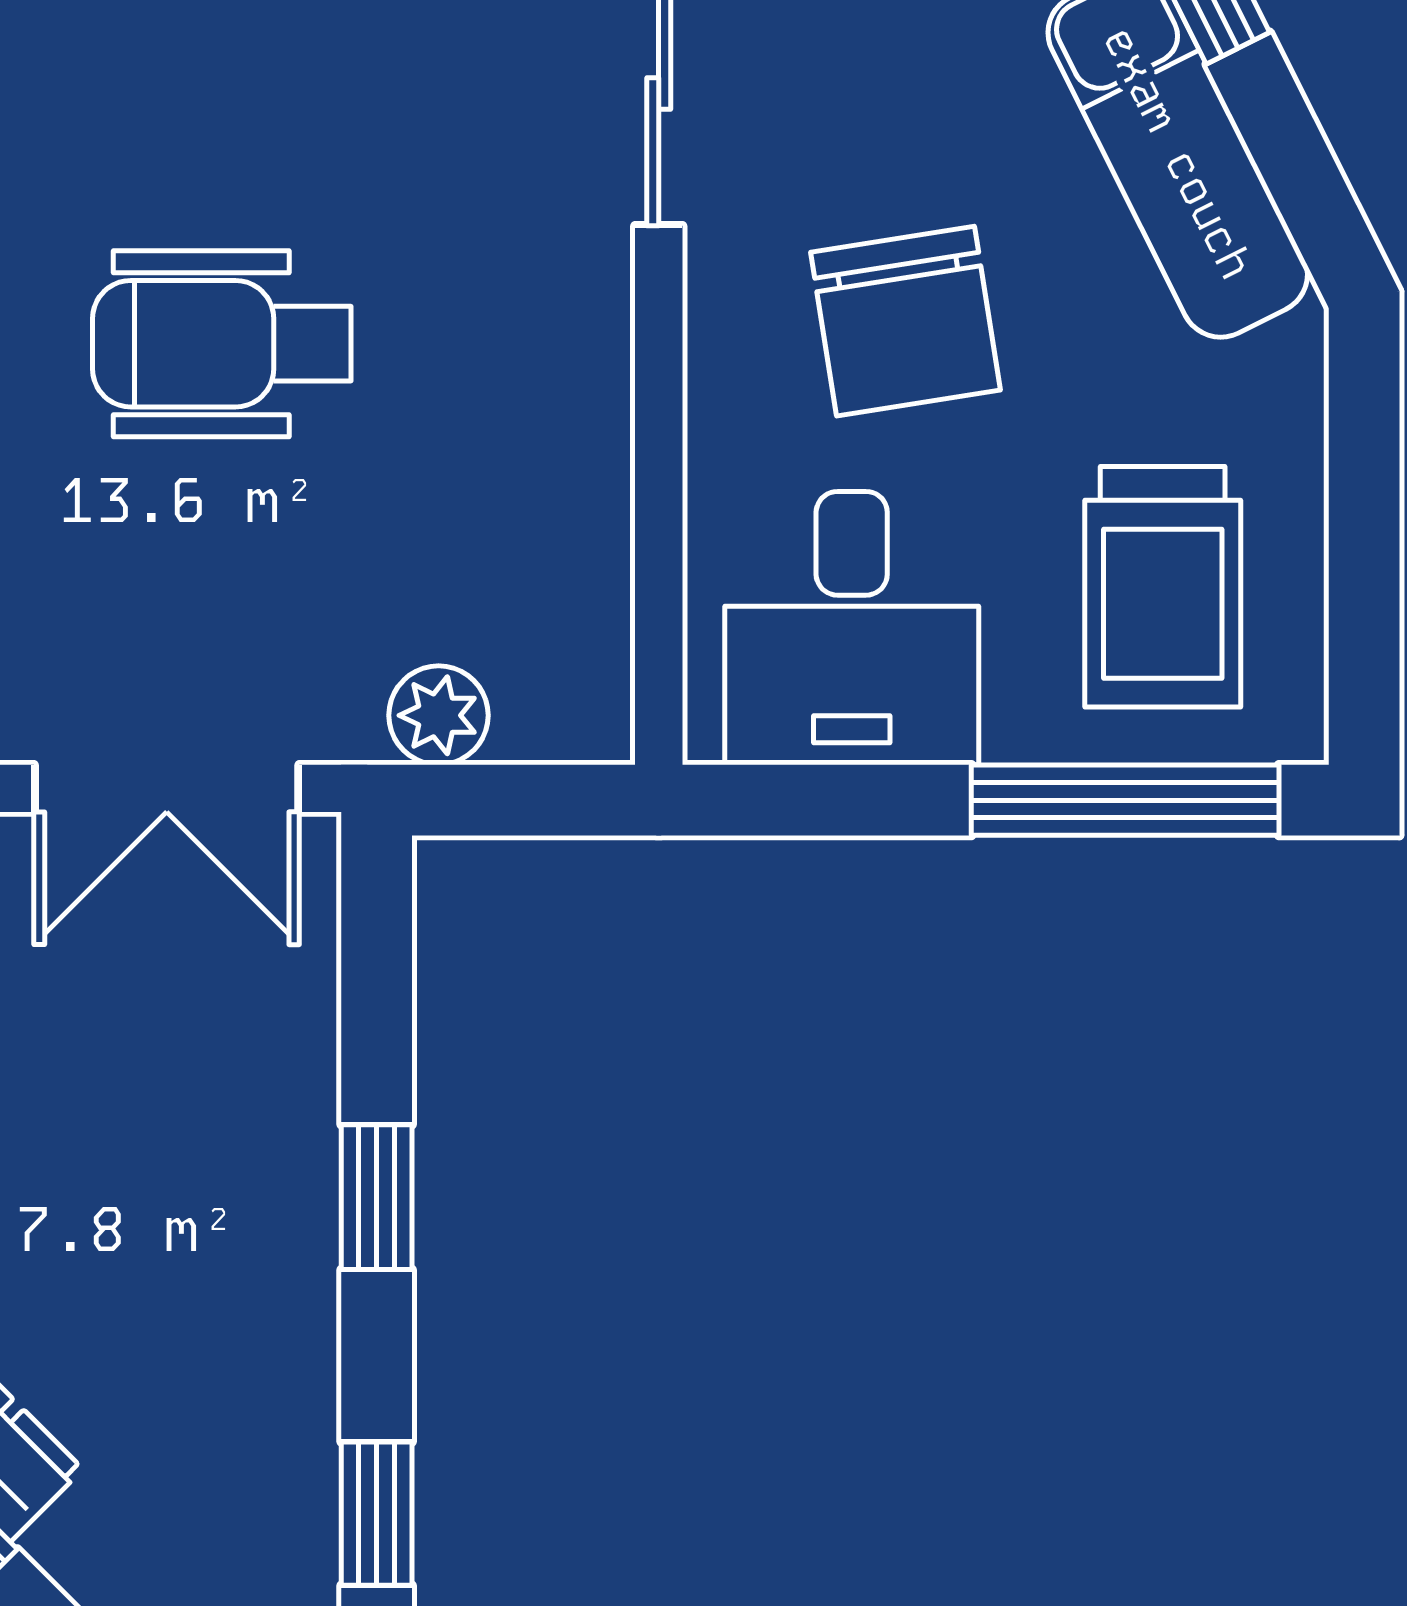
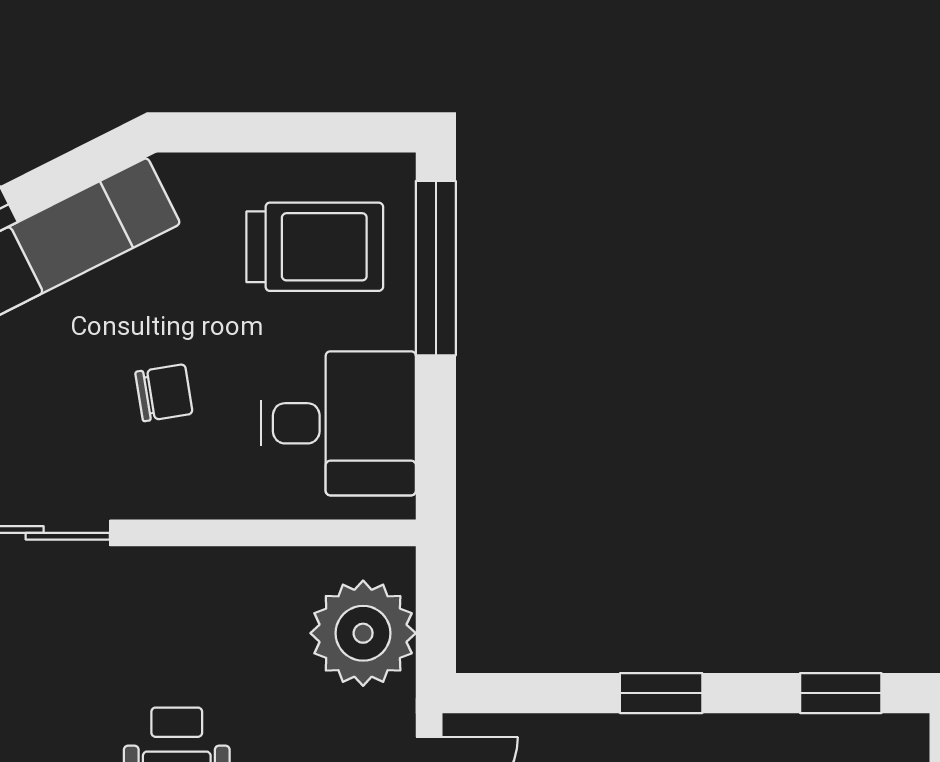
chair: (906, 321) -> (164, 393), width x0.54, depth x0.54
plant: (439, 715) -> (363, 633), width x1.88, depth x1.88

